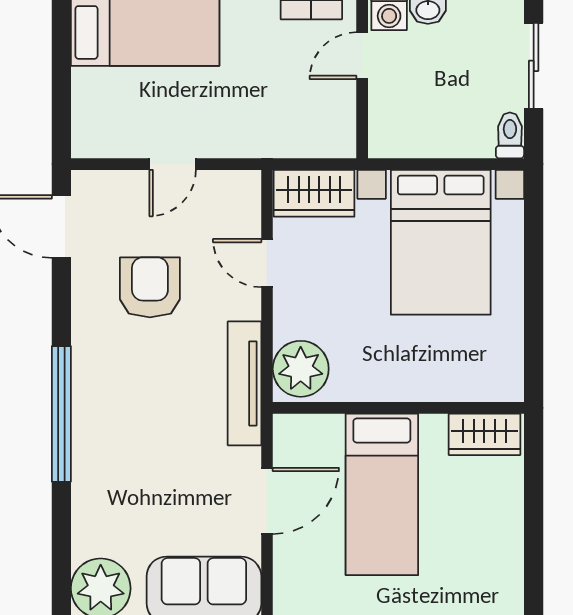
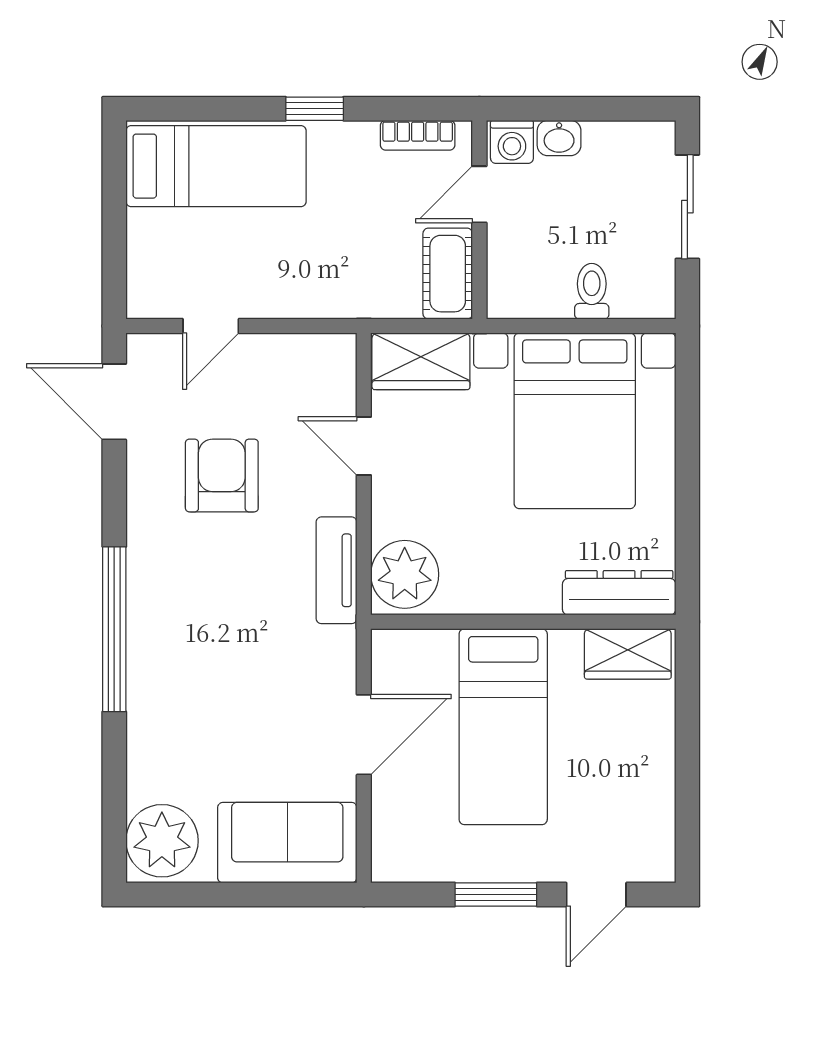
cot: (336, 121) -> (448, 274), added
toilet: (510, 135) -> (592, 291), moved
door: (173, 164) -> (211, 326), moved
tv unit: (244, 383) -> (337, 570), width x0.71
dresser: (477, 384) -> (619, 593), added

